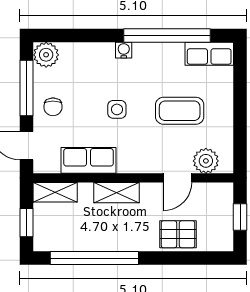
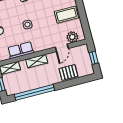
coffee table: (180, 111) -> (66, 15), moved

